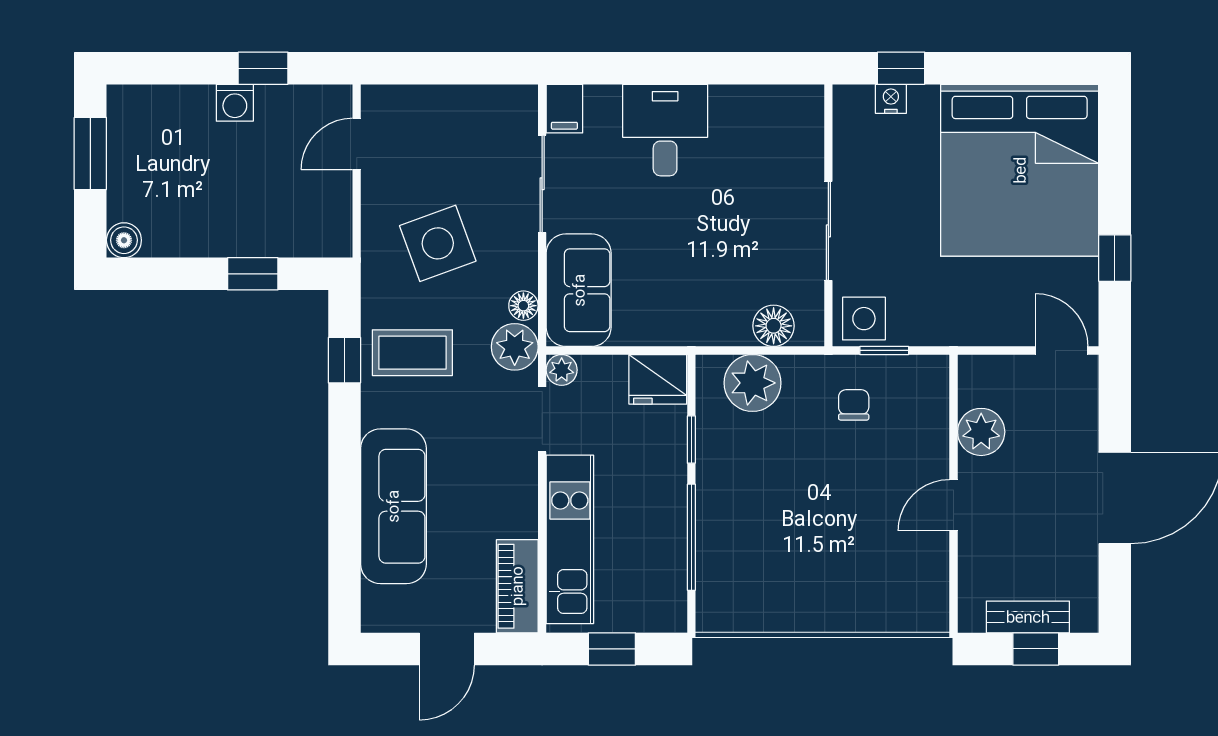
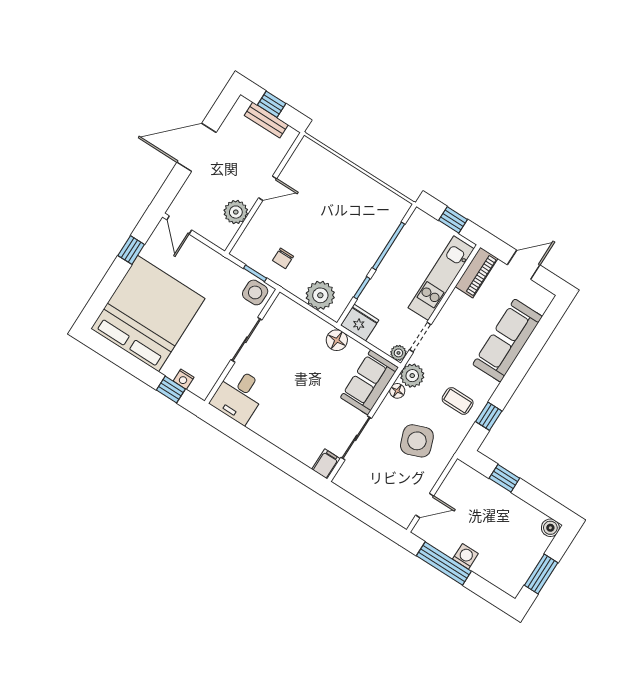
window: (263, 68) -> (444, 563), width x2.17
desk: (665, 130) -> (239, 396), moved
floor lamp: (774, 326) -> (337, 340), moved
coffee table: (412, 353) -> (458, 401), width x0.73, depth x0.77

